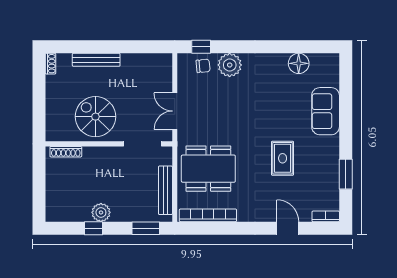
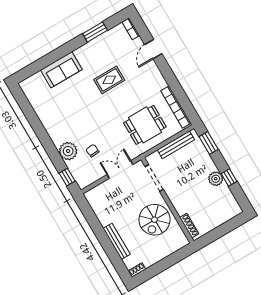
floor lamp: (299, 63) -> (40, 106), removed
chair: (203, 66) -> (92, 151), moved
double door: (175, 111) -> (120, 169), swing flipped
dining table: (208, 169) -> (145, 125), width x0.73

